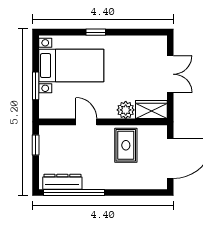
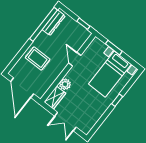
door: (86, 122) -> (75, 59), swing flipped
rug: (126, 145) -> (38, 59), moved

